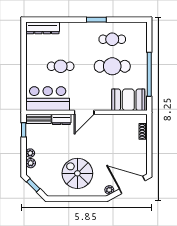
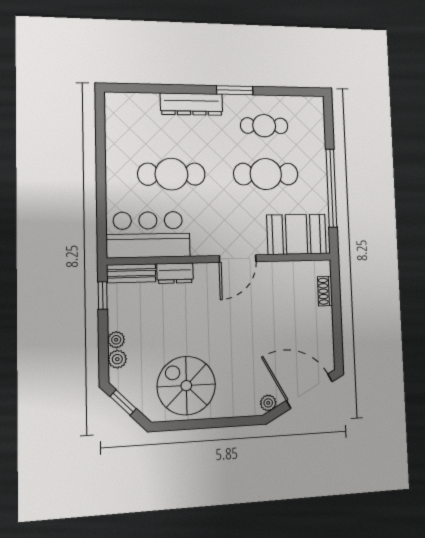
dresser: (43, 28) -> (192, 104), moved
cafe table: (61, 66) -> (171, 174), width x1.37, depth x1.35
door: (84, 112) -> (238, 259), moved
spiral stairs: (77, 173) -> (186, 386), moved

